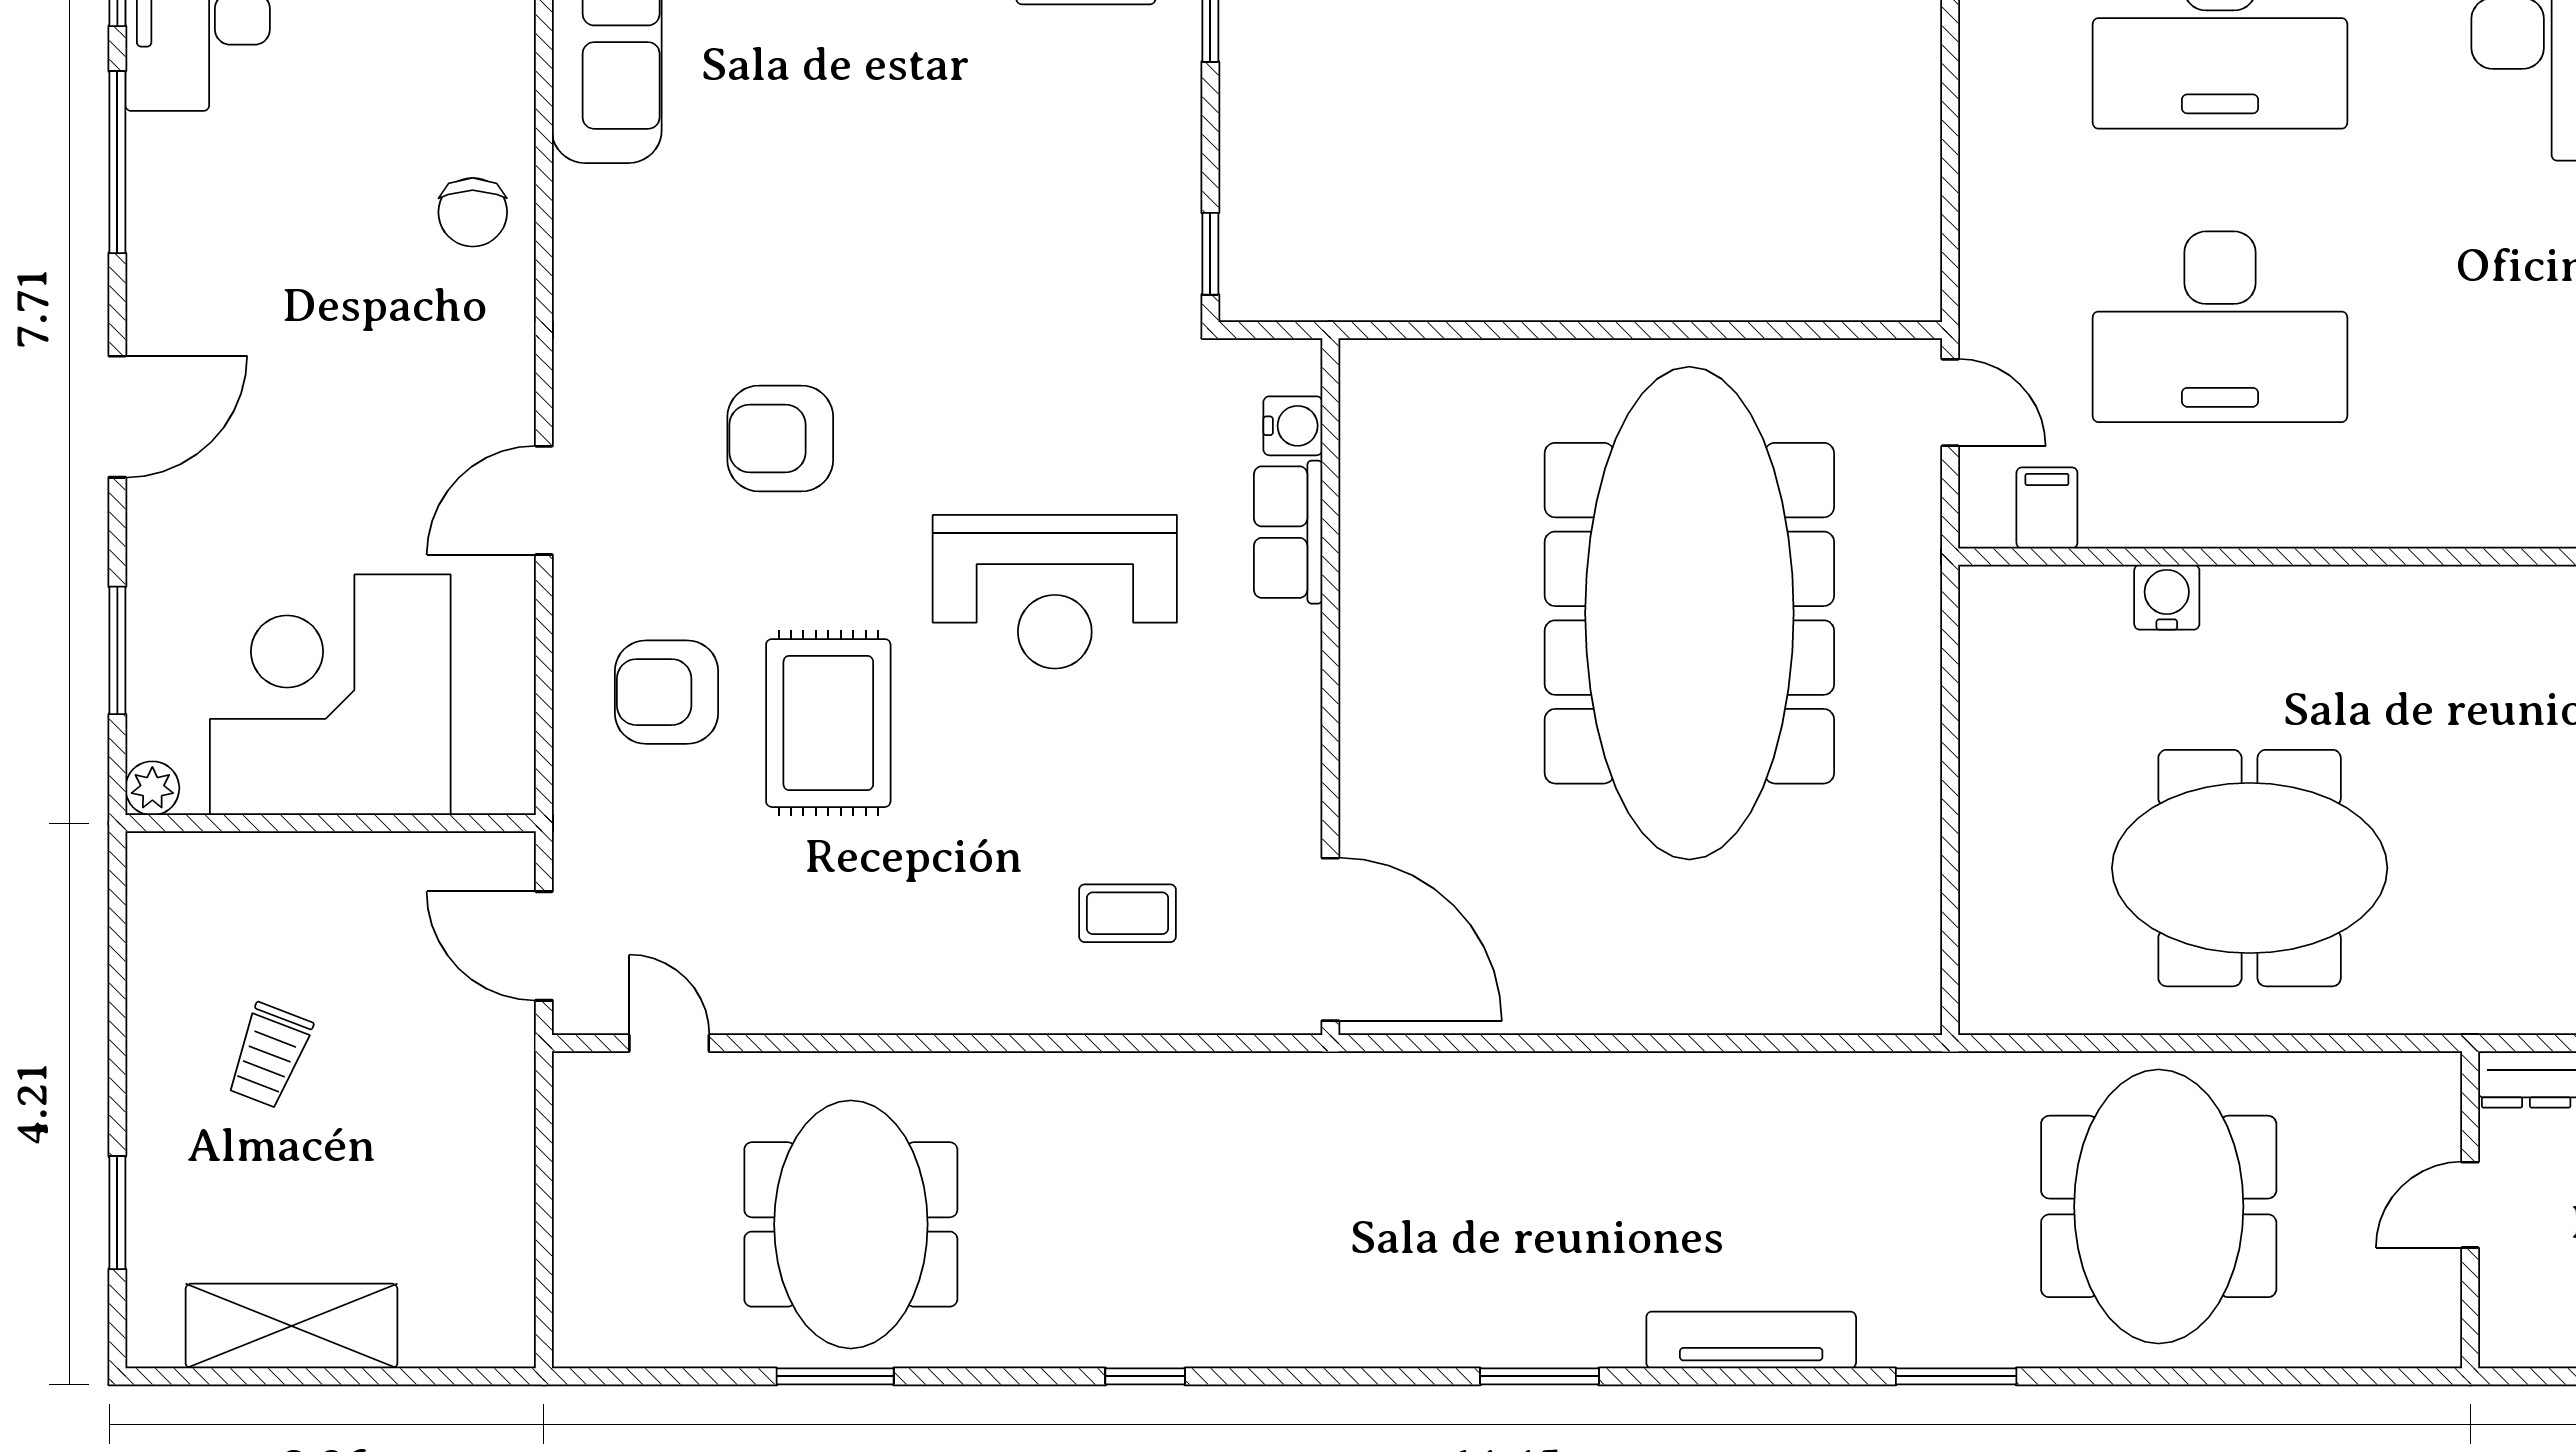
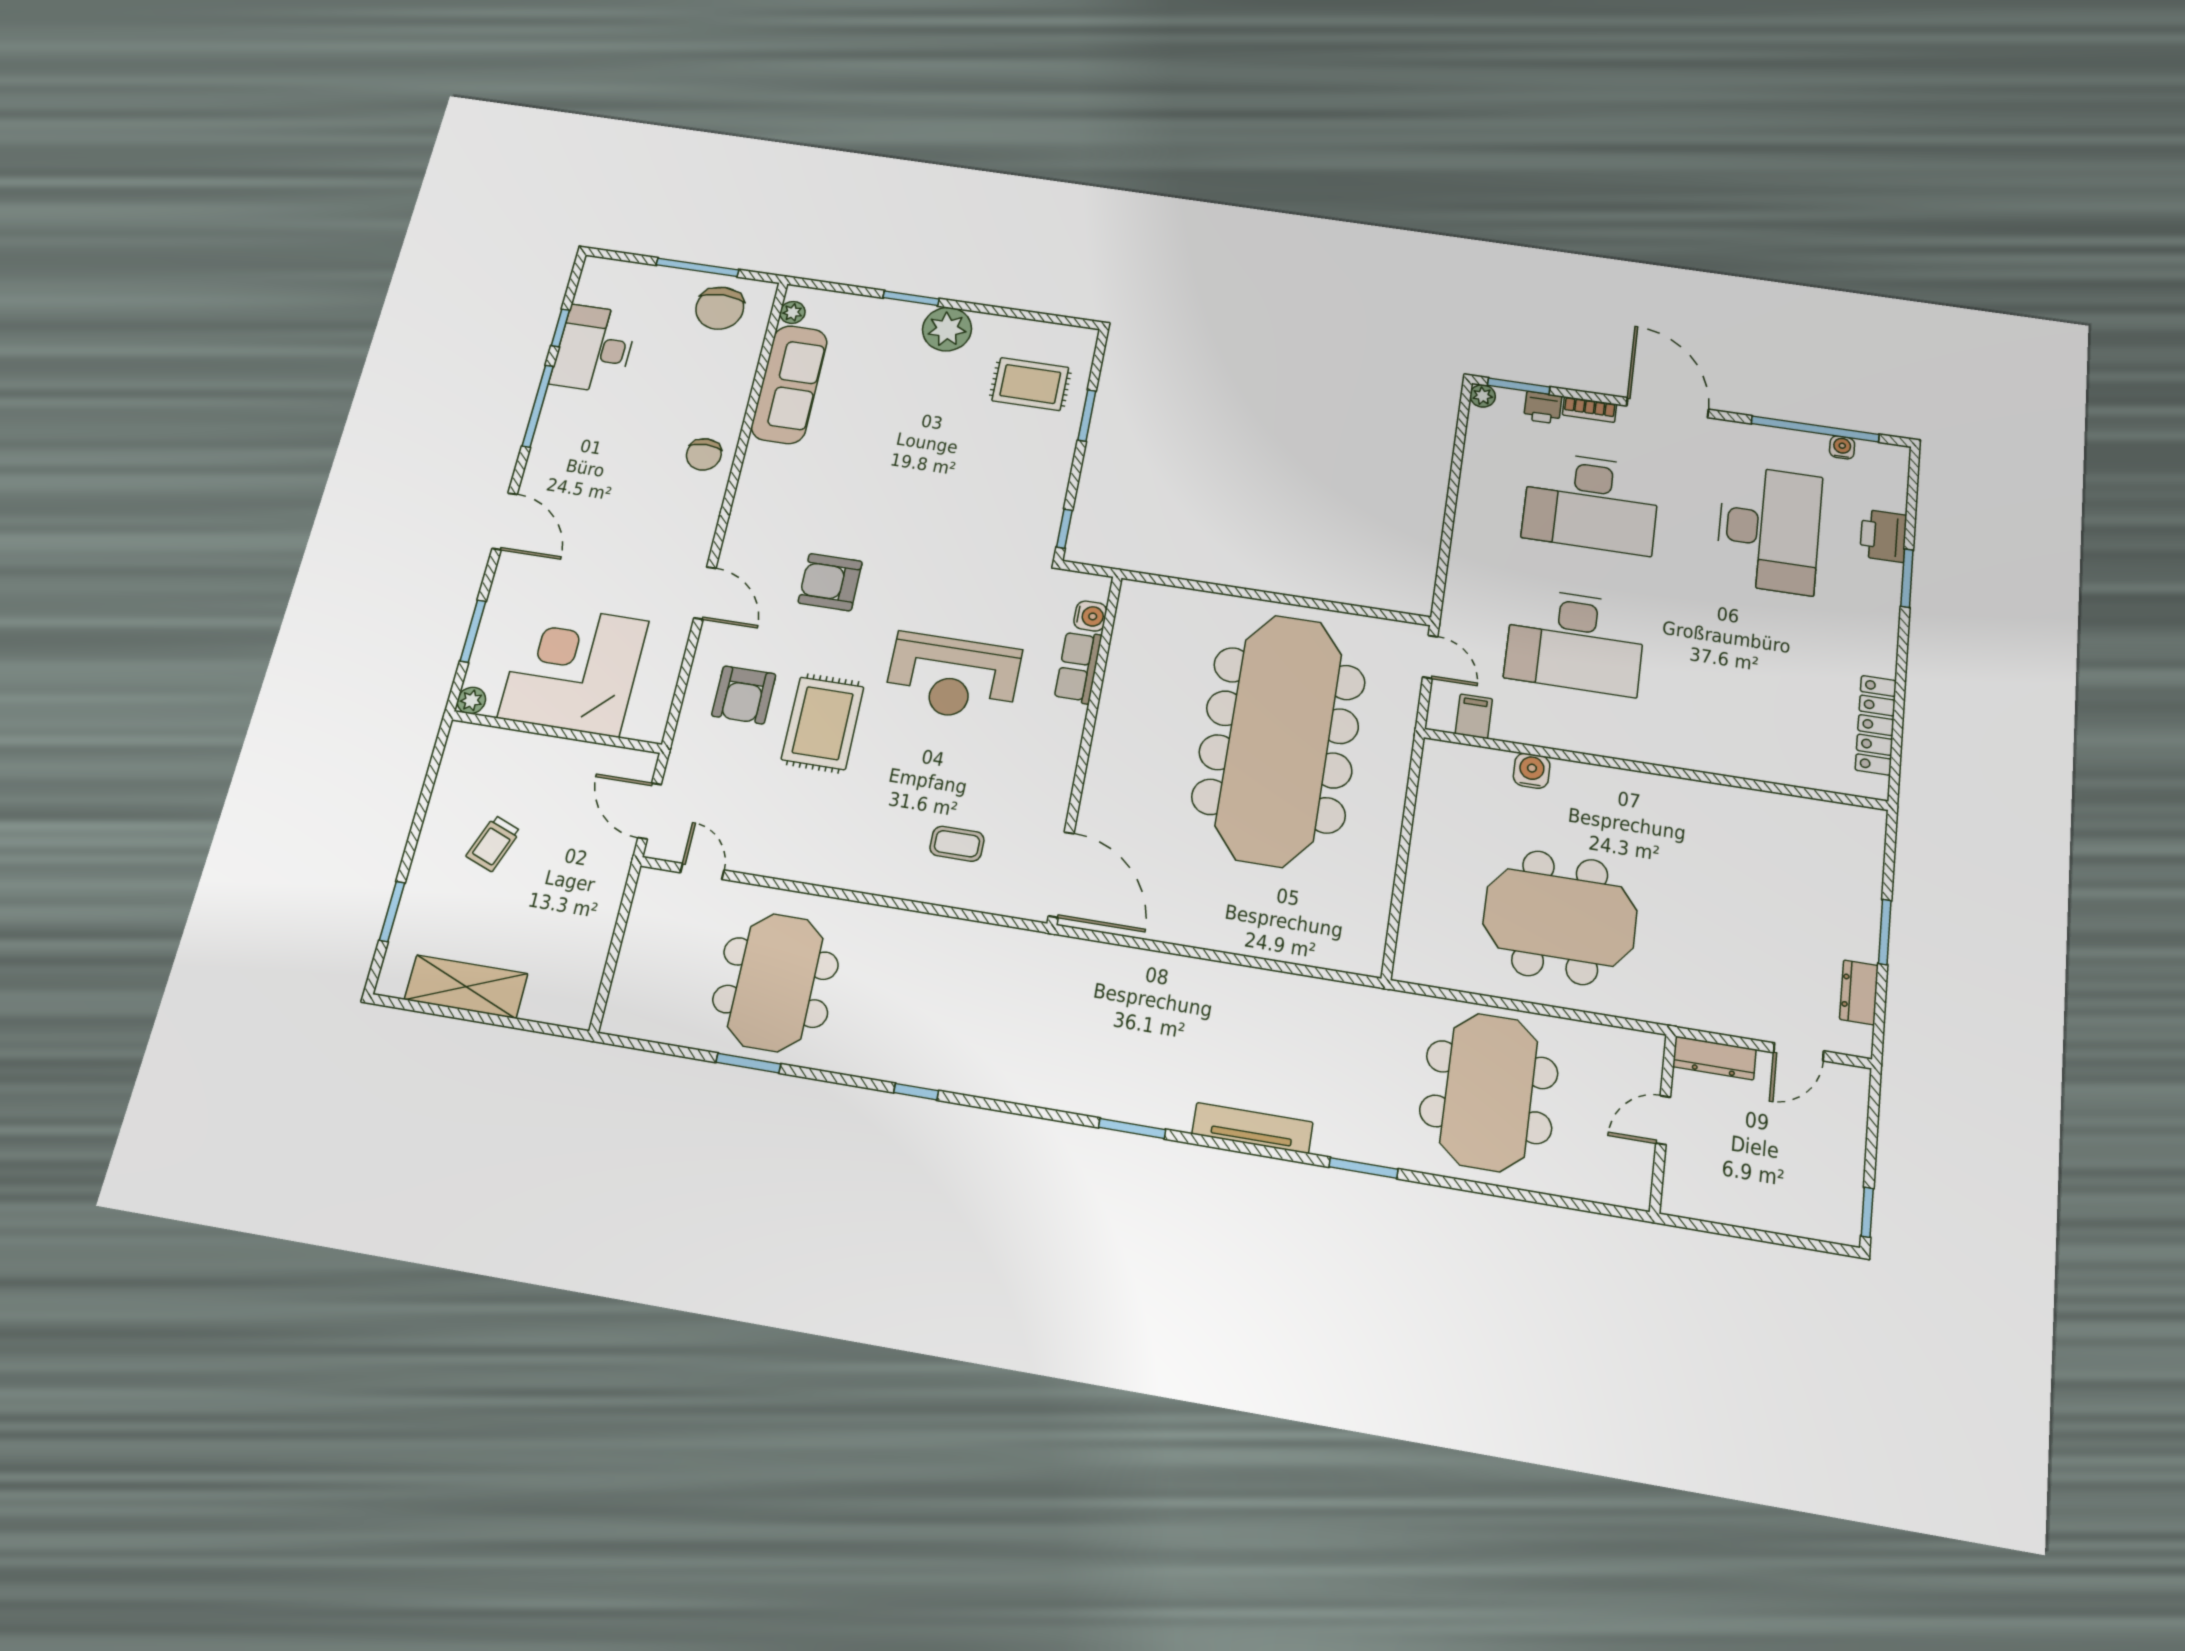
door: (117, 417) -> (505, 521), hinge flipped
door: (544, 500) -> (705, 593), swing flipped
armchair: (666, 692) -> (744, 695), turned -90

